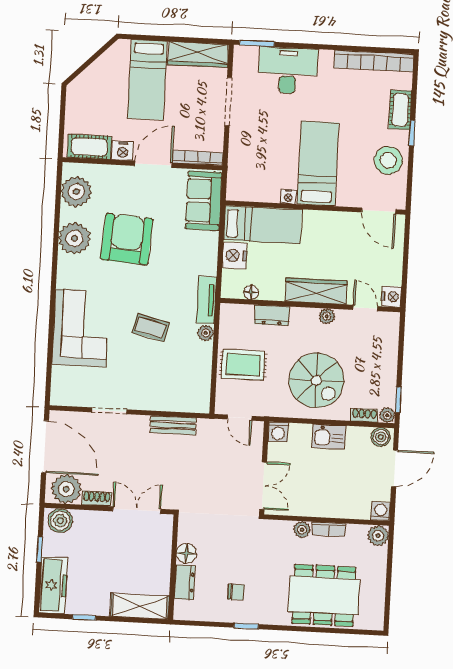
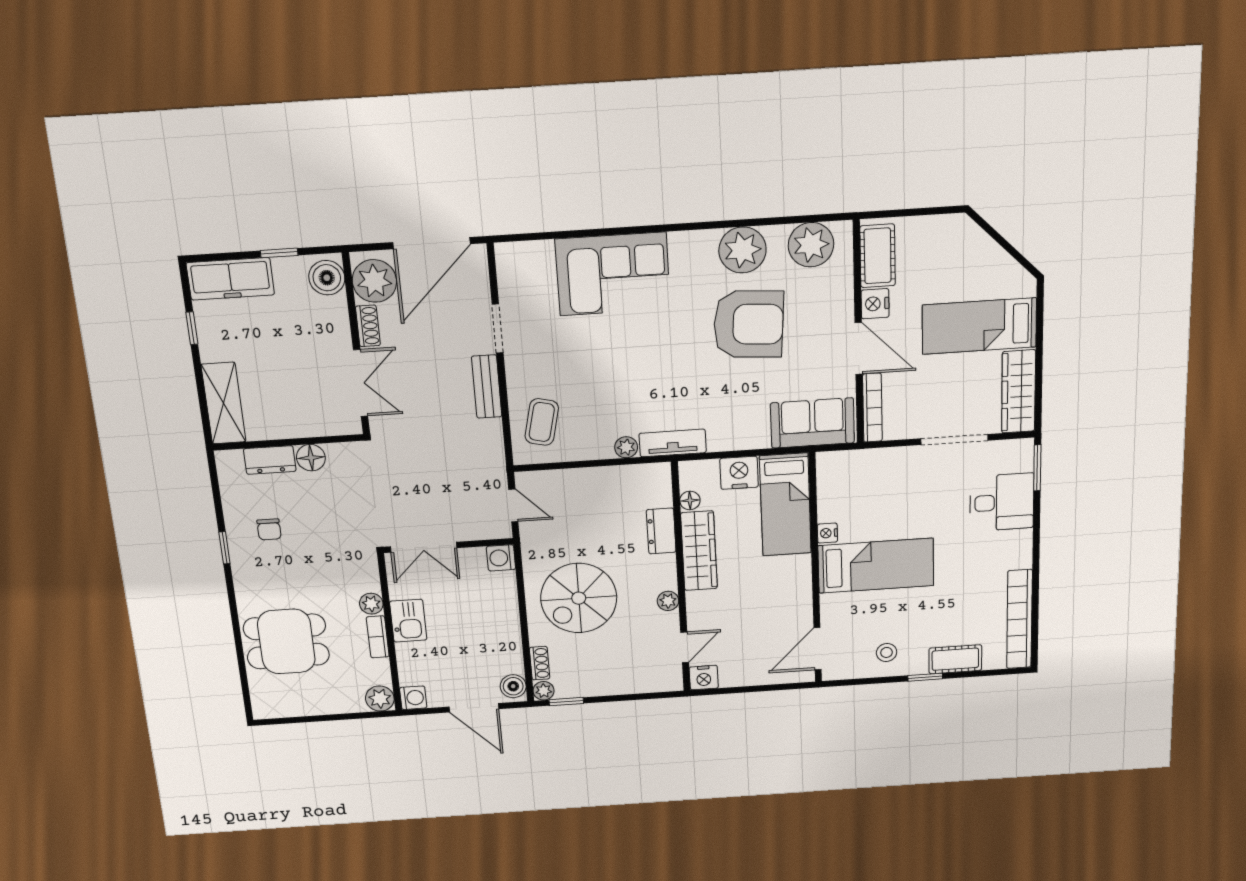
desk: (288, 70) -> (1002, 502), width x0.73
stool: (388, 160) -> (887, 652), width x0.53, depth x0.53
wardrobe: (316, 291) -> (699, 551), moved
coffee table: (151, 328) -> (542, 422), moved
rug: (243, 365) -> (588, 502), removed
door: (239, 418) -> (513, 505), swing flipped
bench: (173, 425) -> (487, 387), moved
kitchen sink: (329, 437) -> (408, 621), moved, turned 180
dining table: (324, 595) -> (286, 641), width x0.73

